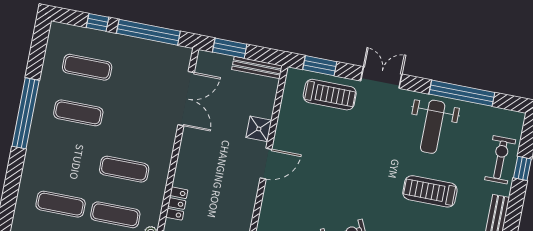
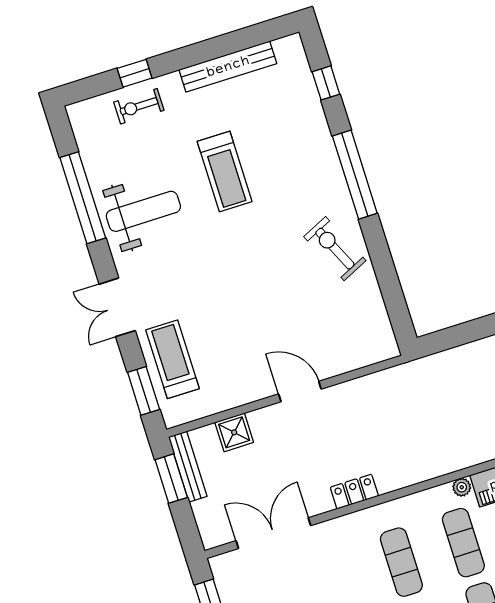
window: (230, 48) -> (171, 479), moved
shower: (259, 129) -> (234, 432), moved
exercise bike: (500, 160) -> (139, 106), width x0.73, depth x0.72
locker: (177, 204) -> (354, 492), moved

